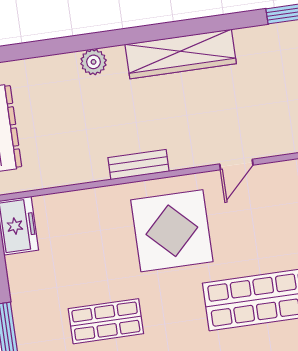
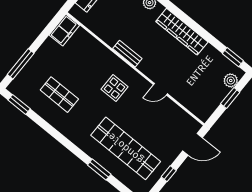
display table: (172, 231) -> (115, 88), width x0.54, depth x0.54

